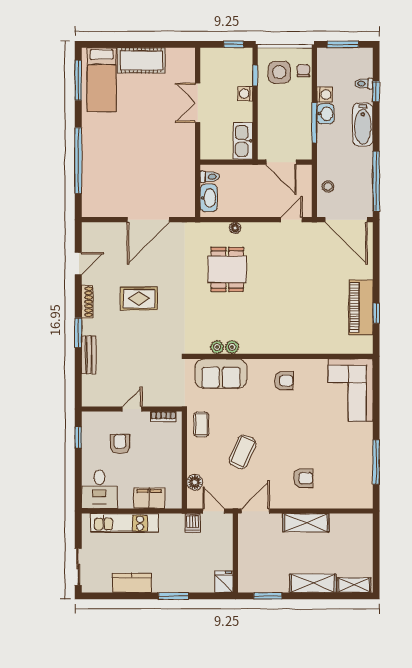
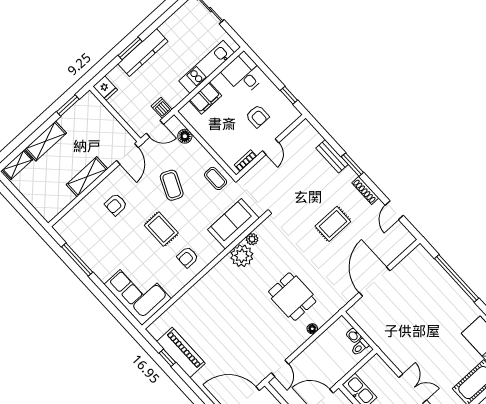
washbasin: (209, 198) -> (354, 335), width x0.52, depth x0.69
plant: (232, 347) -> (242, 256), width x1.88, depth x1.88
rug: (284, 424) -> (161, 229), added
kitchen counter: (132, 583) -> (143, 53), moved, width x1.50

